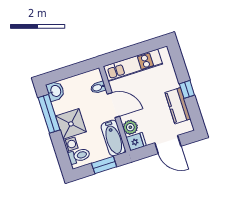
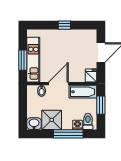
window: (128, 53) -> (23, 60), added
kitchen counter: (178, 106) -> (74, 36), removed
window: (49, 114) -> (68, 134), moved
shower: (71, 124) -> (52, 120), moved
plant: (130, 127) -> (79, 76), removed

